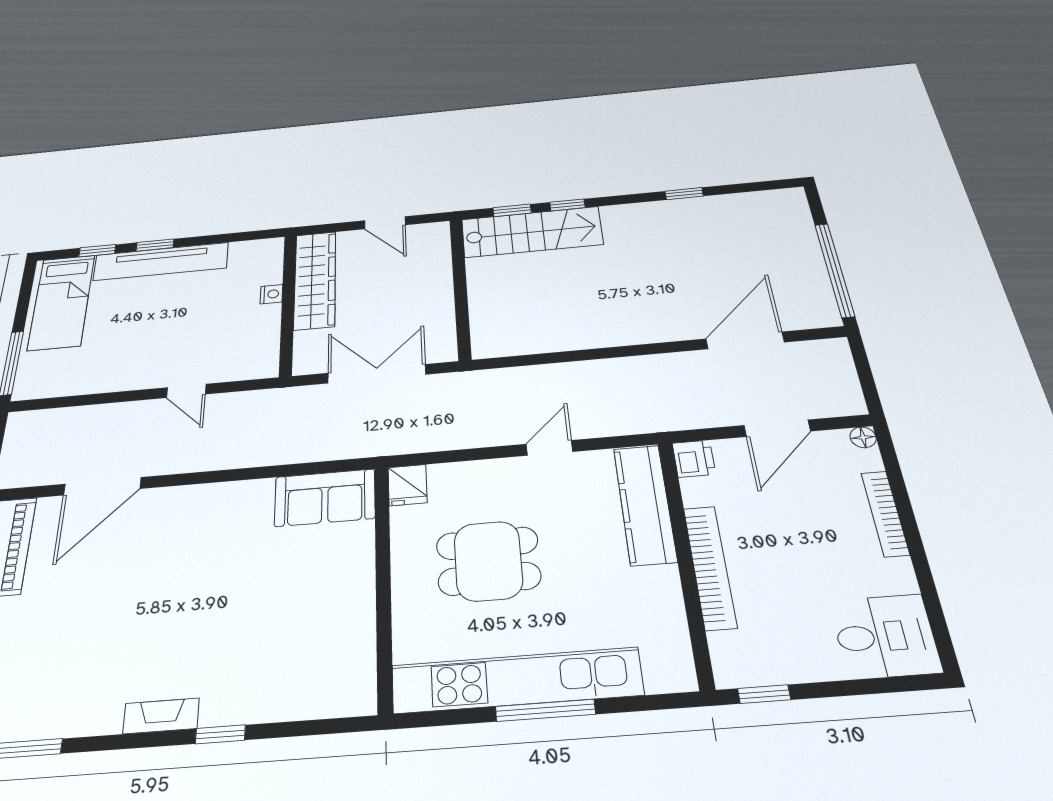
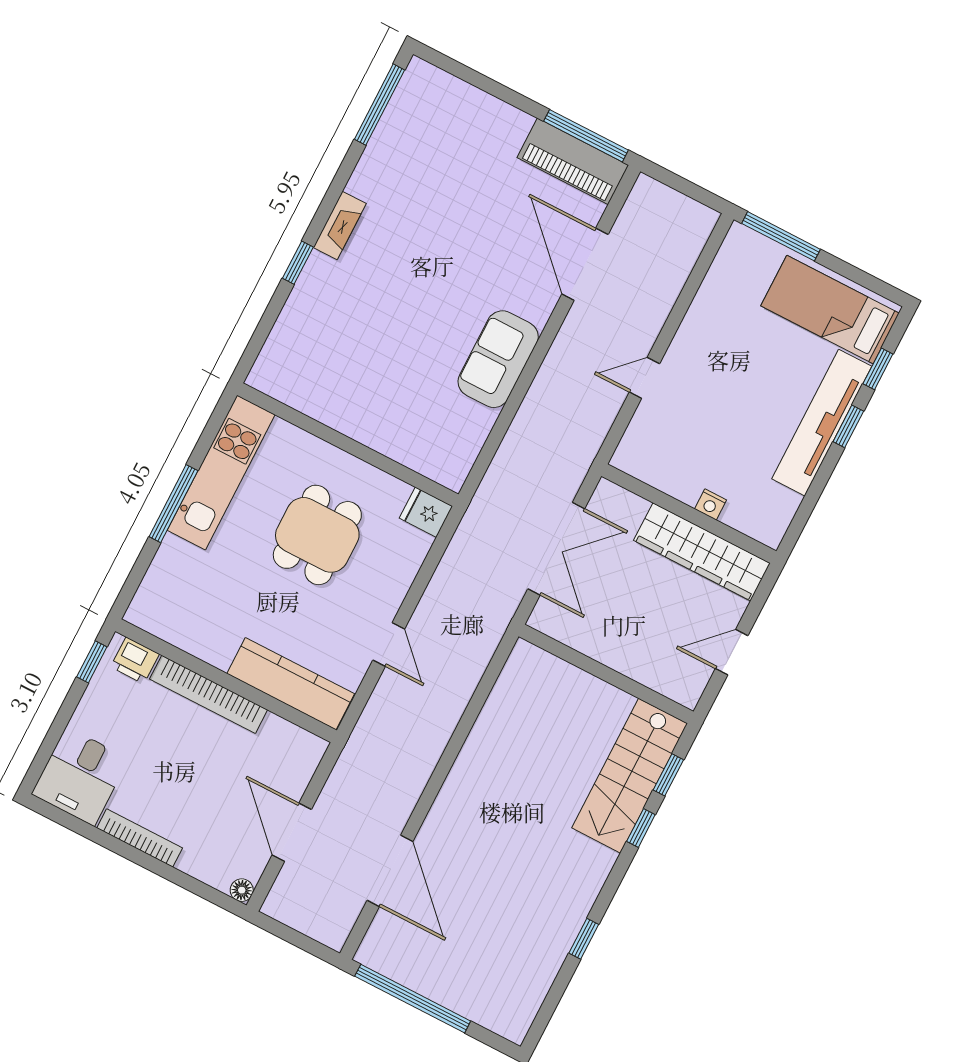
printer: (694, 459) -> (135, 660), moved
sofa: (325, 498) -> (498, 359), moved
bookcase: (885, 513) -> (140, 838), moved
kitchen unit: (516, 680) -> (221, 472), width x0.73

